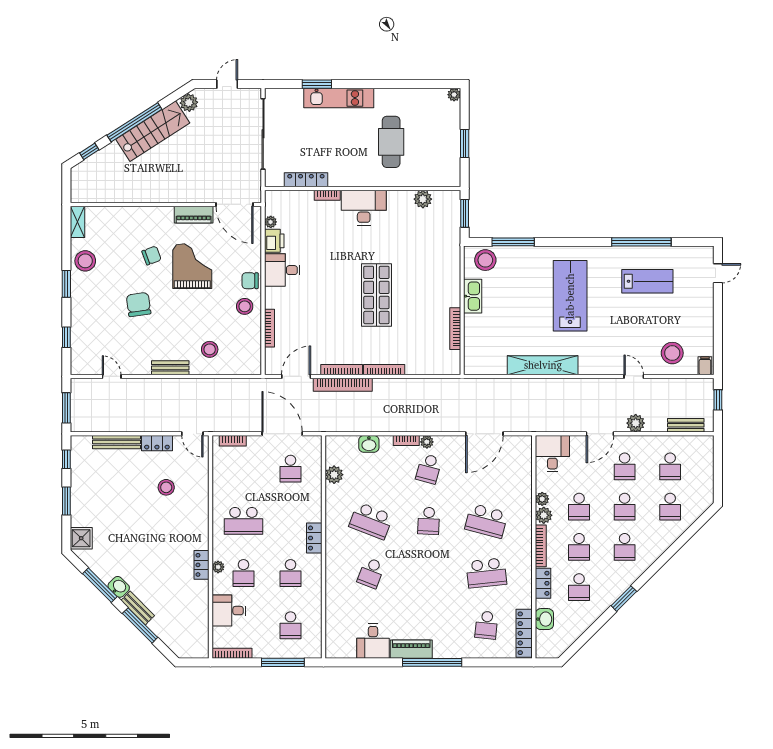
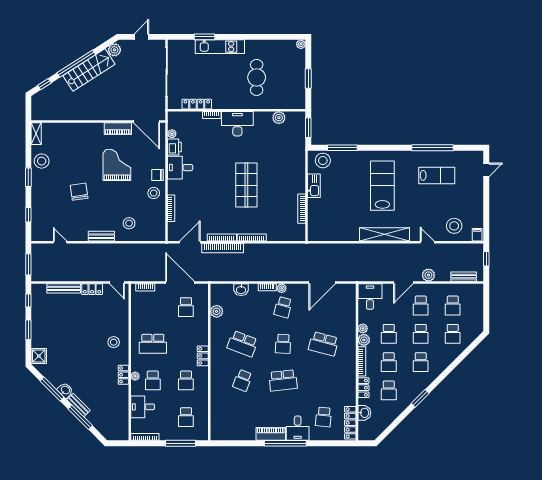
chair: (152, 256) -> (88, 157), removed
shelving: (543, 365) -> (384, 234), moved
stool: (166, 487) -> (114, 342), moved
school desk: (486, 573) -> (283, 380), moved
desk: (373, 641) -> (298, 428), moved

